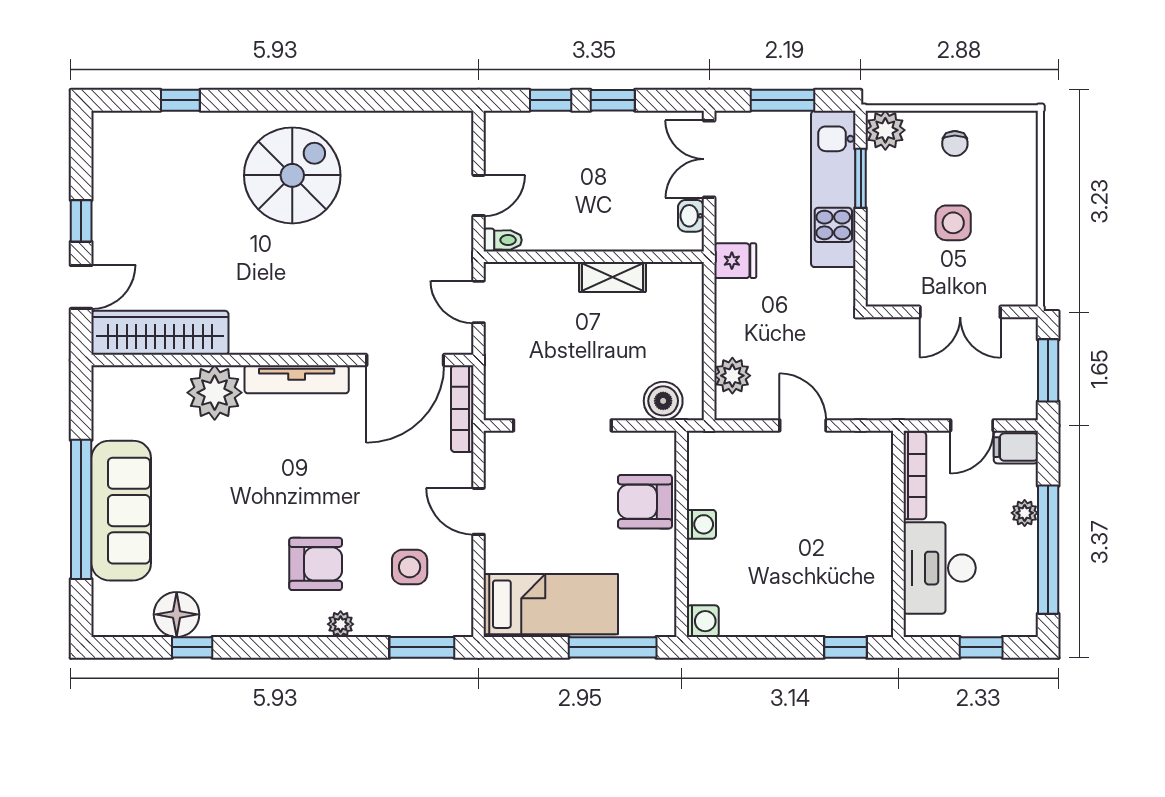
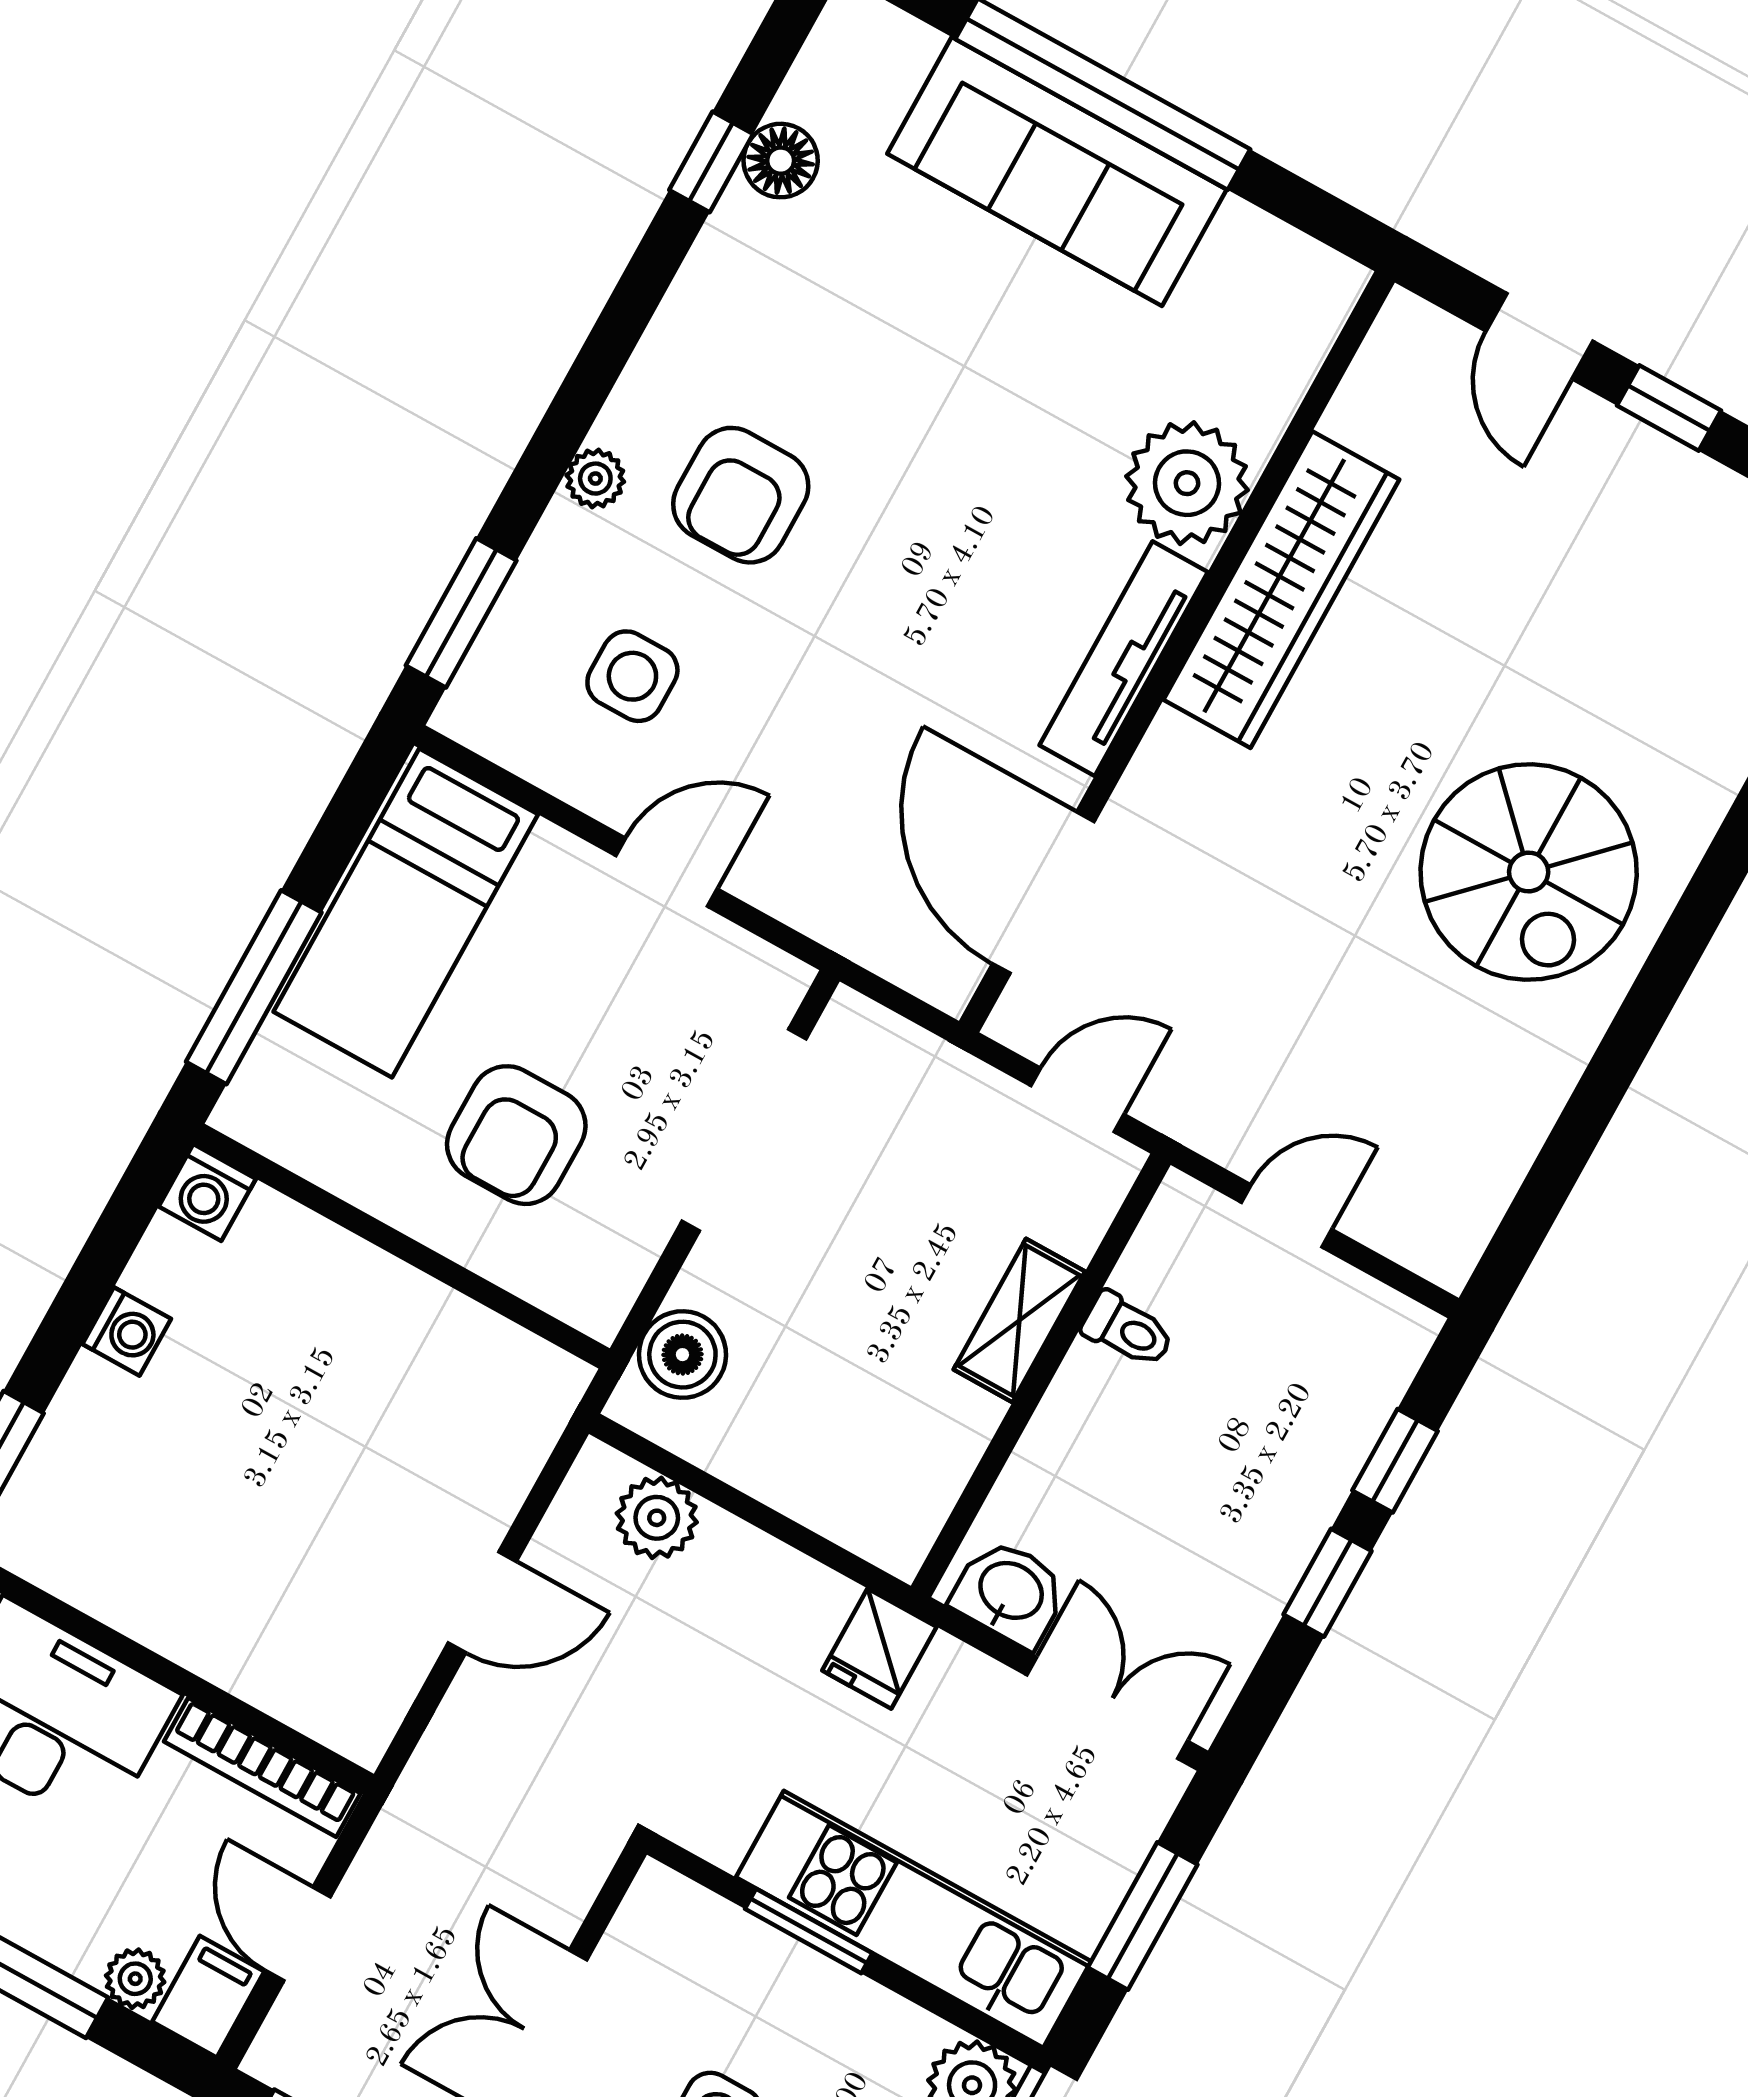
window: (861, 178) -> (809, 1931), moved
door: (479, 195) -> (1287, 1216), swing flipped
washbasin: (691, 216) -> (1010, 1593), width x1.38, depth x1.45
toilet: (503, 240) -> (1128, 1330), moved, turned -90
shelving: (612, 277) -> (1019, 1321), moved
wardrobe: (160, 333) -> (1281, 590), moved
bookcase: (462, 409) -> (886, 952), removed
armchair: (645, 502) -> (516, 1135), moved, turned 180
plant: (1025, 513) -> (135, 1979), moved
washing machine: (701, 524) -> (127, 1331), moved, turned -90
floor lamp: (177, 614) -> (781, 161), width x0.73, depth x0.73

